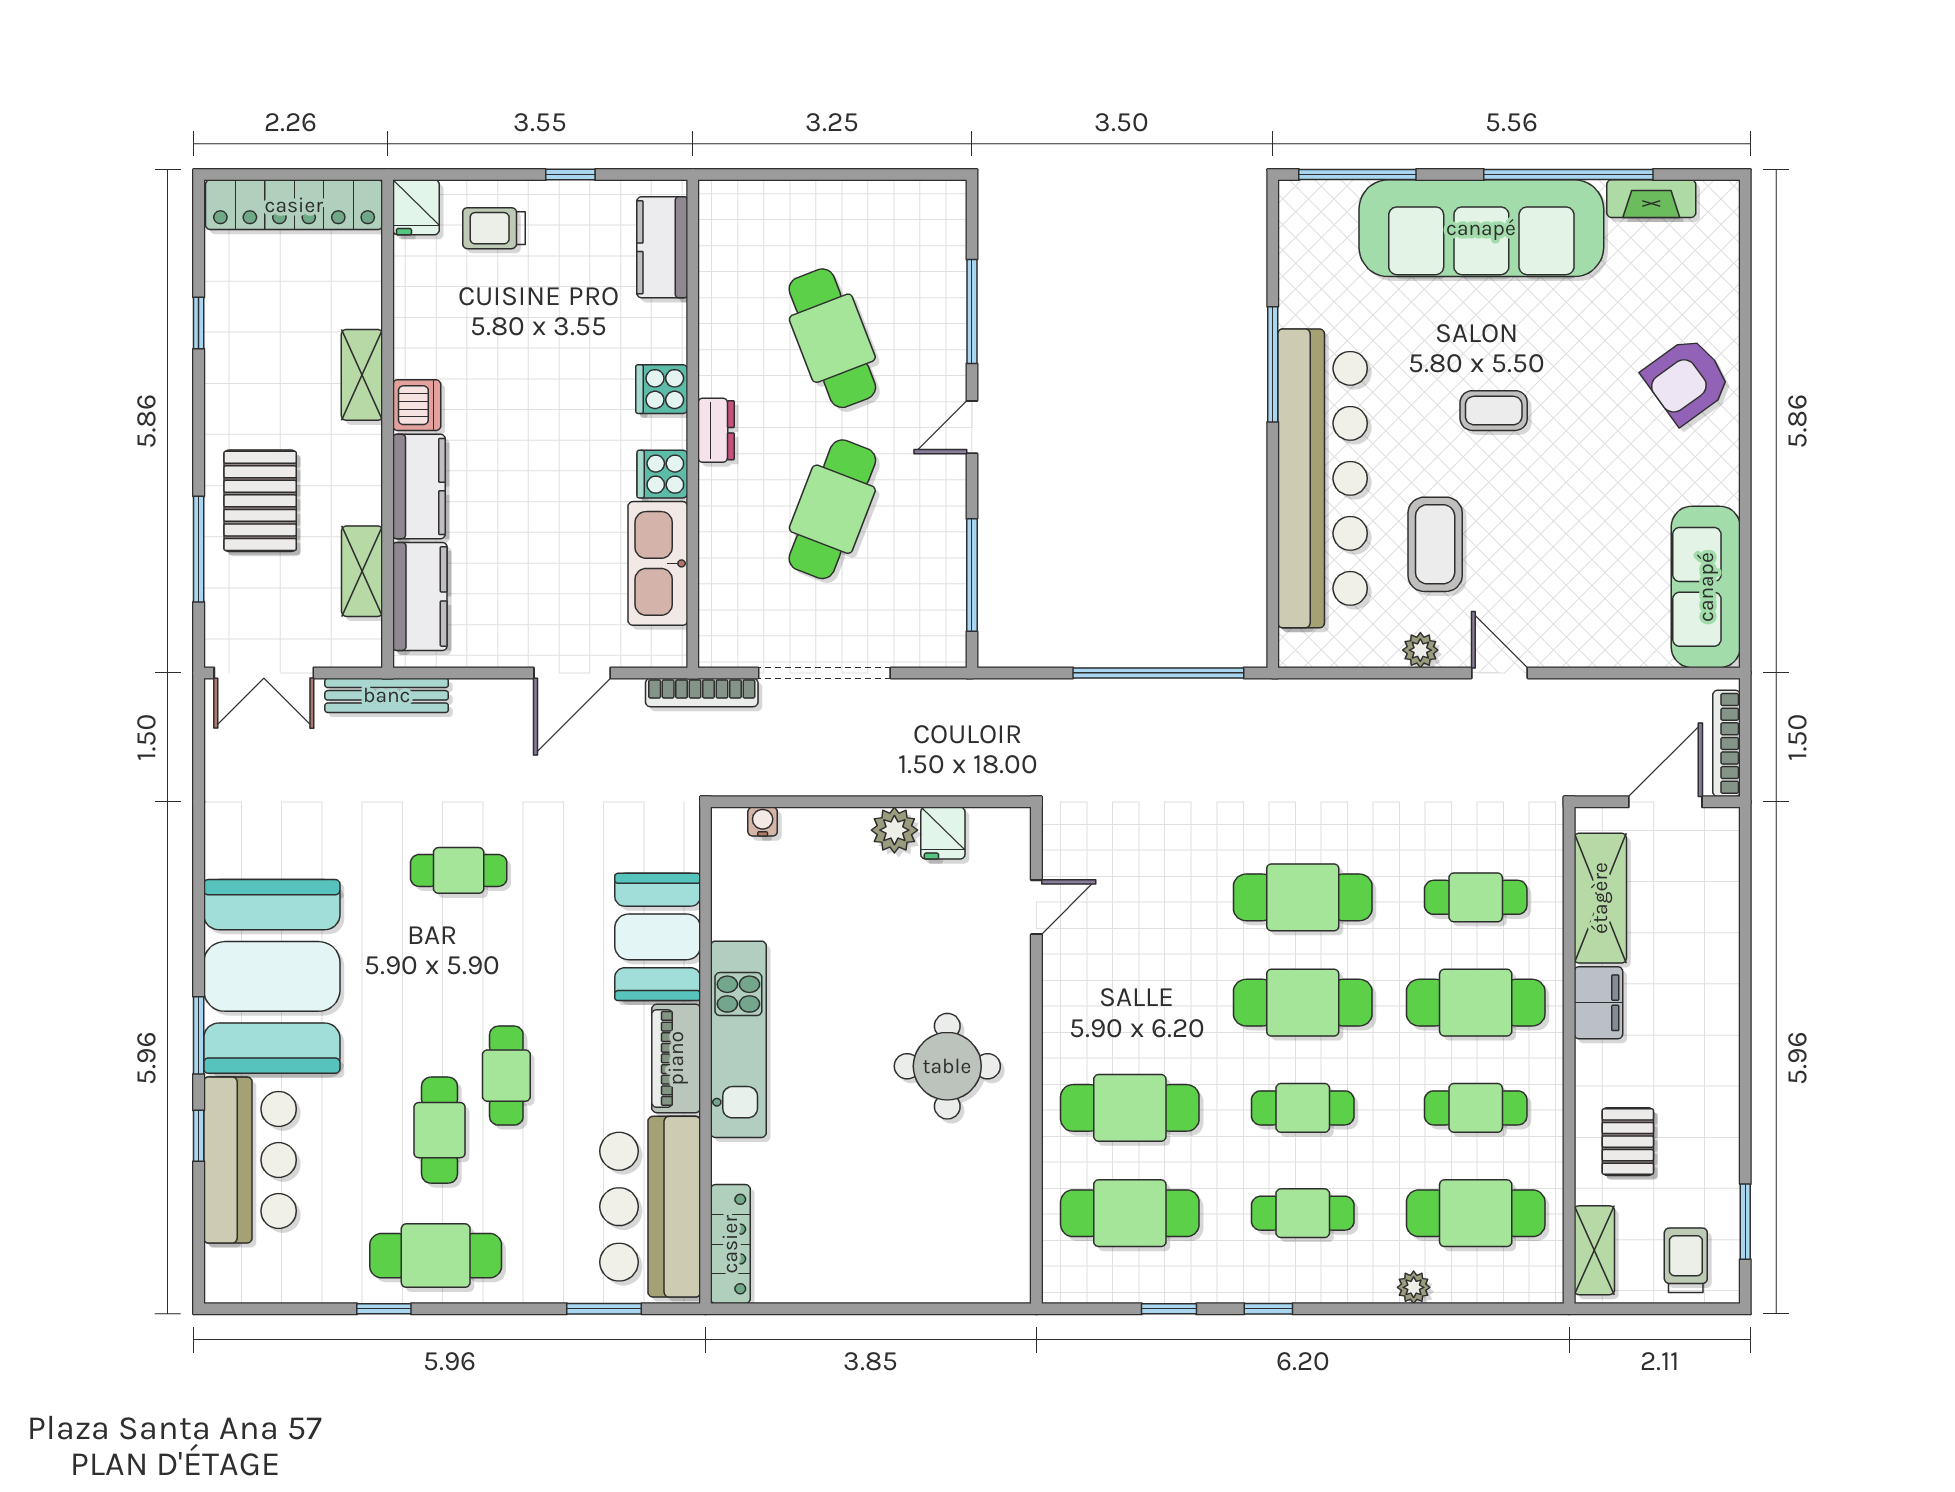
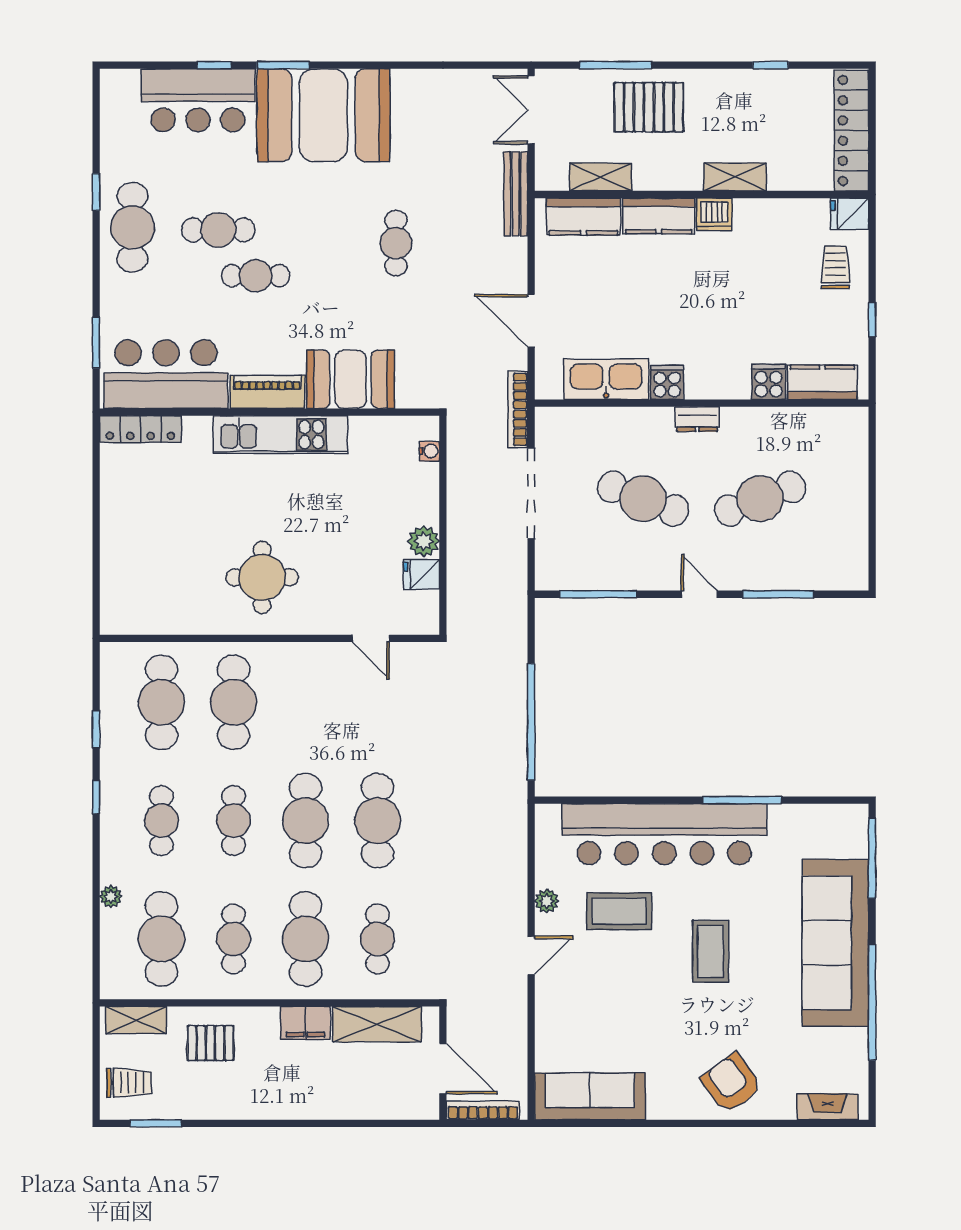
fireplace: (1651, 199) -> (827, 1107), moved, turned 90
cooker: (662, 389) -> (769, 382), moved
coffee table: (1494, 411) -> (711, 951), width x1.36, depth x1.30

